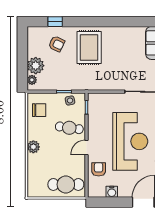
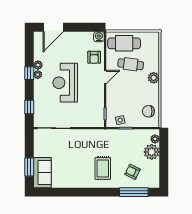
window: (55, 22) -> (134, 192), width x2.17
rug: (89, 48) -> (103, 168), width x0.73, depth x0.70
cafe table: (69, 128) -> (131, 64), moved
reception desk: (130, 141) -> (65, 83), width x0.74, depth x0.77
water cooler: (112, 192) -> (99, 37), moved

